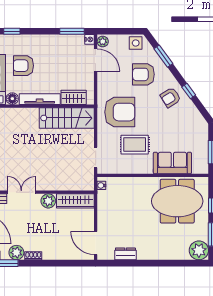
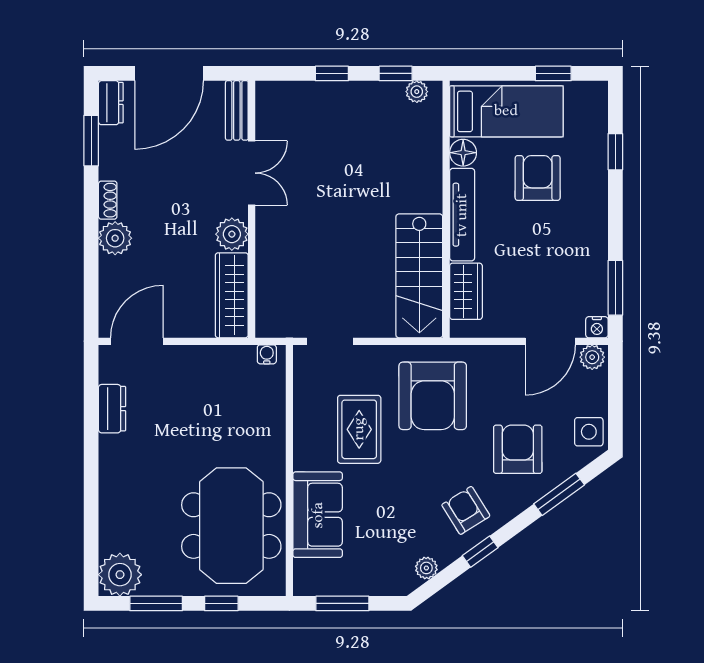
plant: (196, 115) -> (426, 568), added
plant: (16, 253) -> (115, 238), moved

